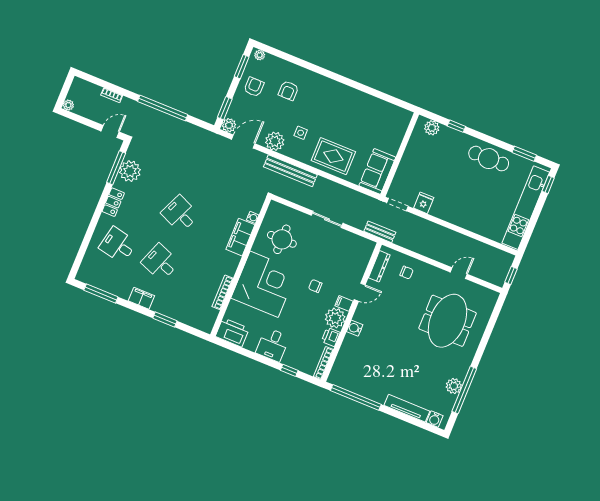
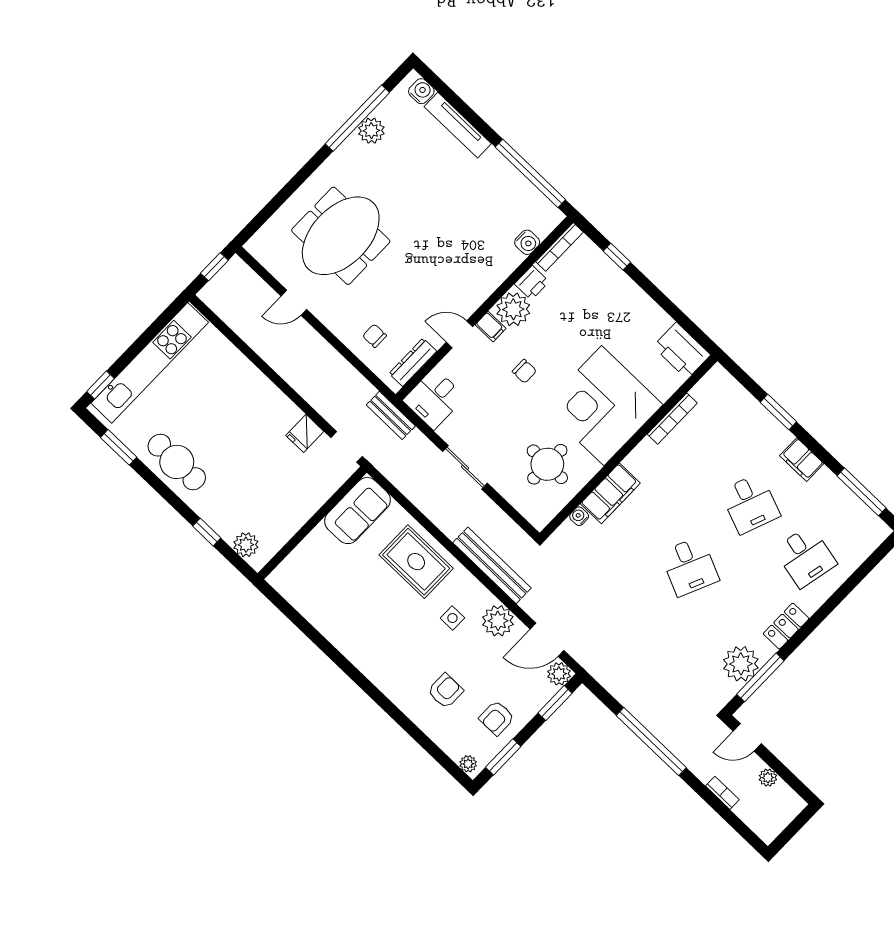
plant: (68, 105) -> (768, 778), moved
water cooler: (355, 328) -> (527, 242), moved
desk: (273, 345) -> (434, 399), moved, turned 180

